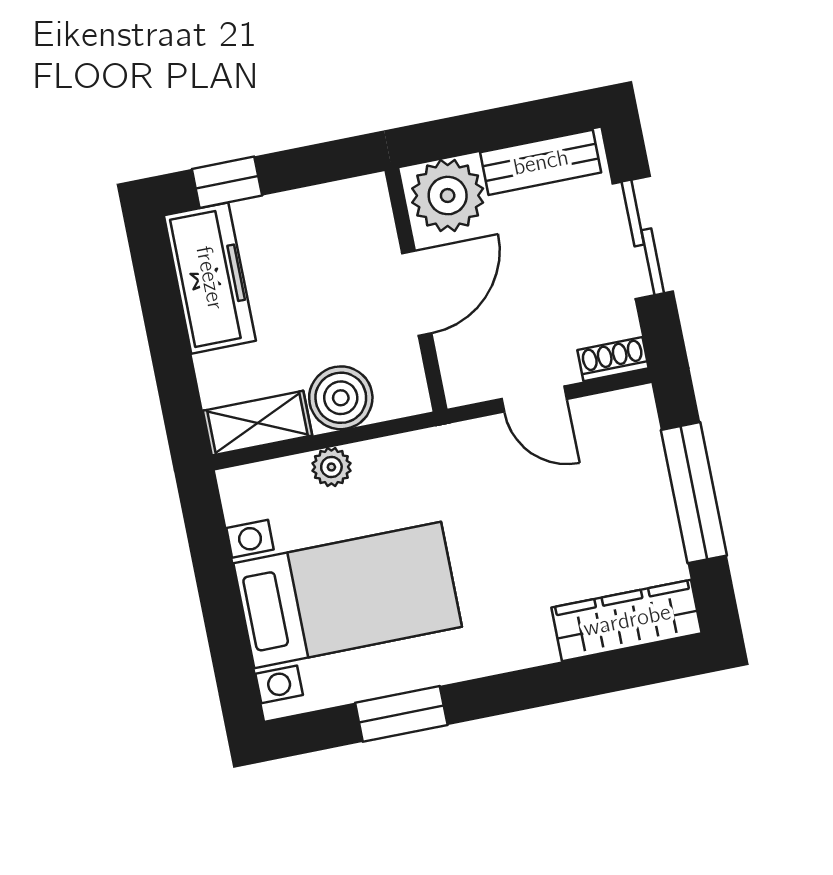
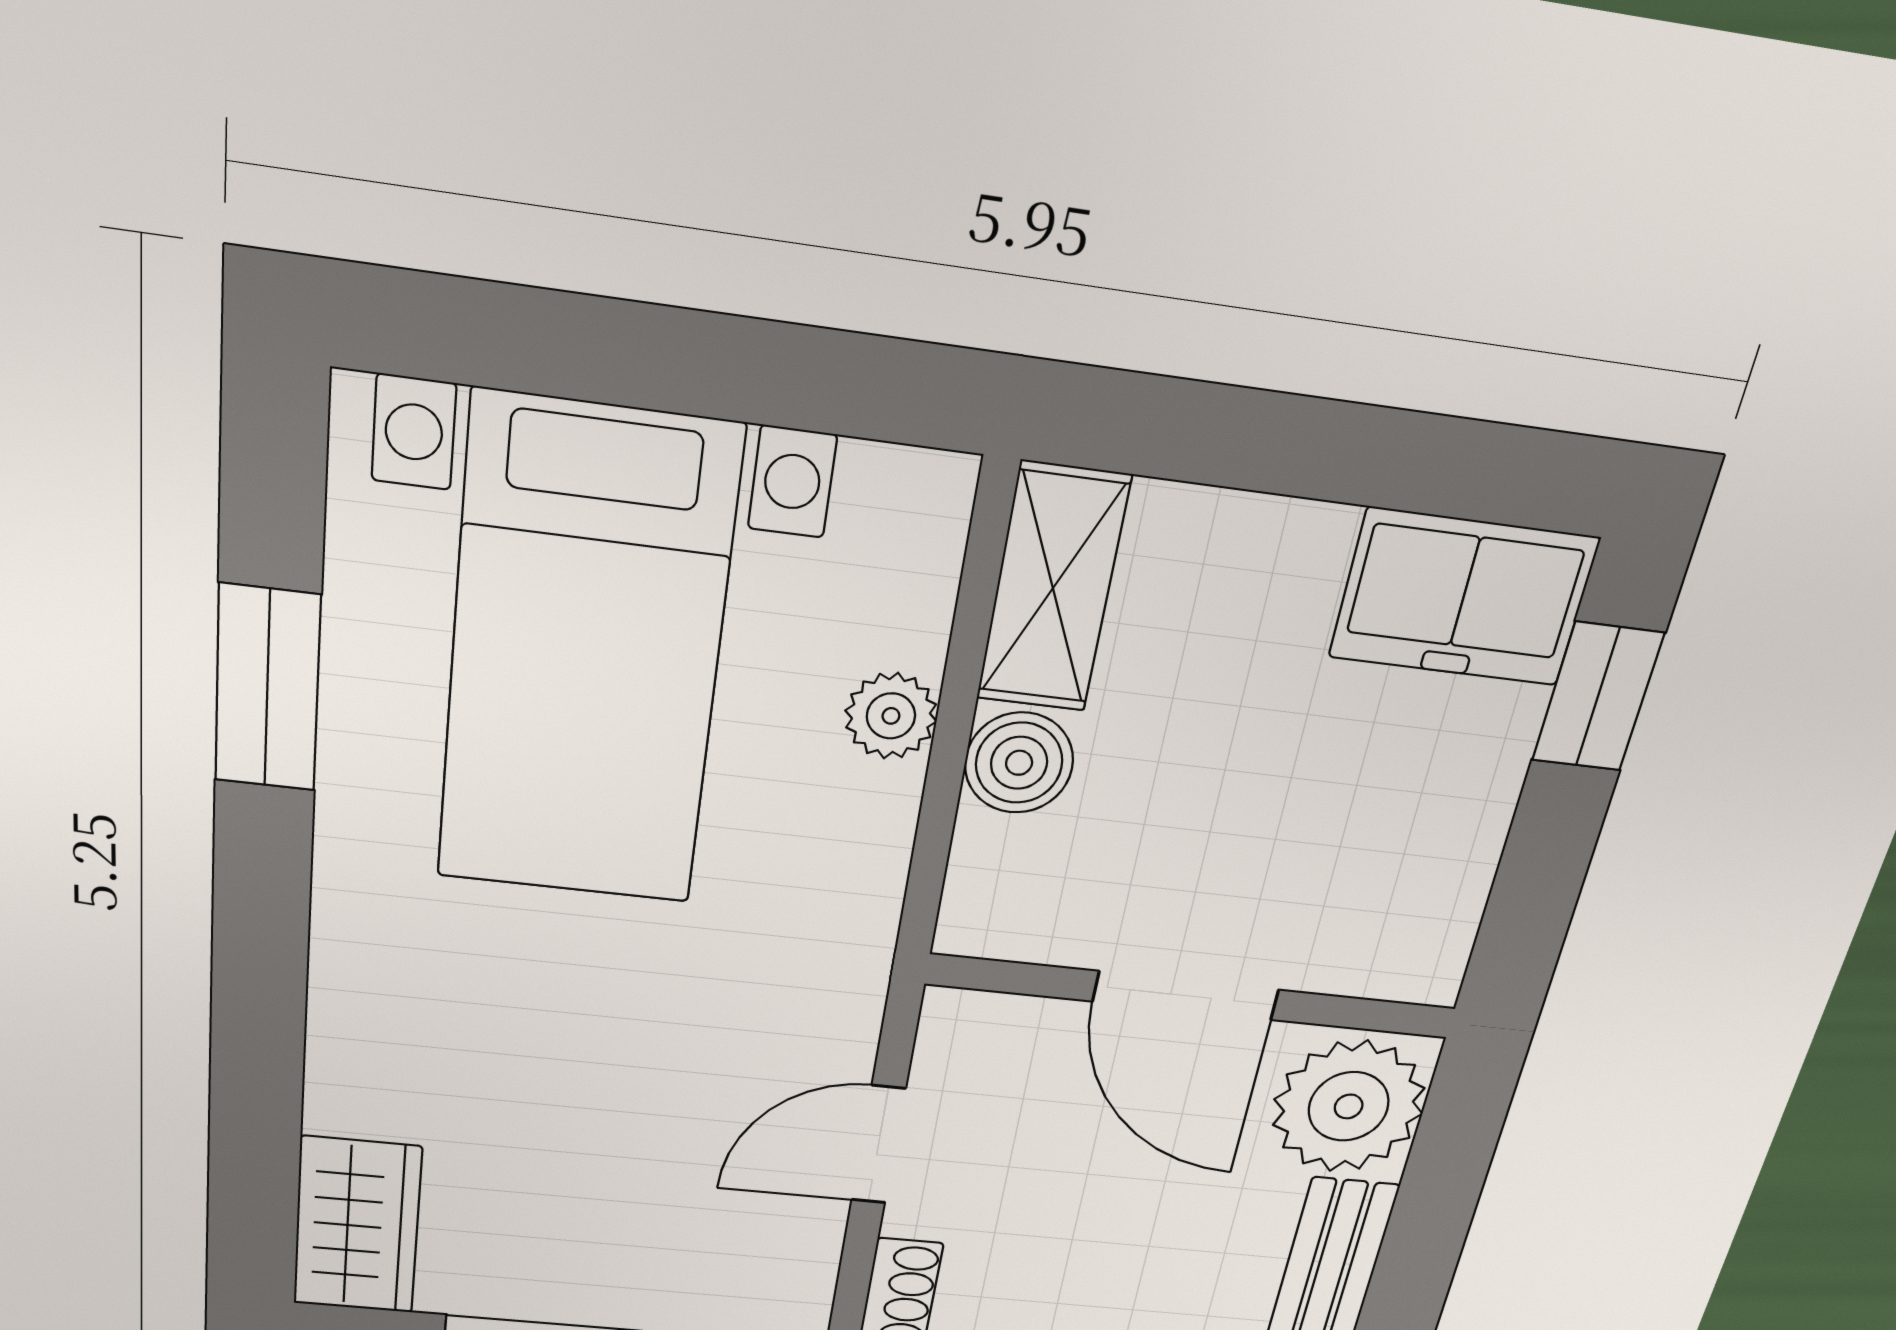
freezer: (210, 278) -> (1464, 597), width x0.71
boiler: (341, 398) -> (1019, 763), width x0.73, depth x0.73
wardrobe: (627, 620) -> (357, 1226), width x0.67

